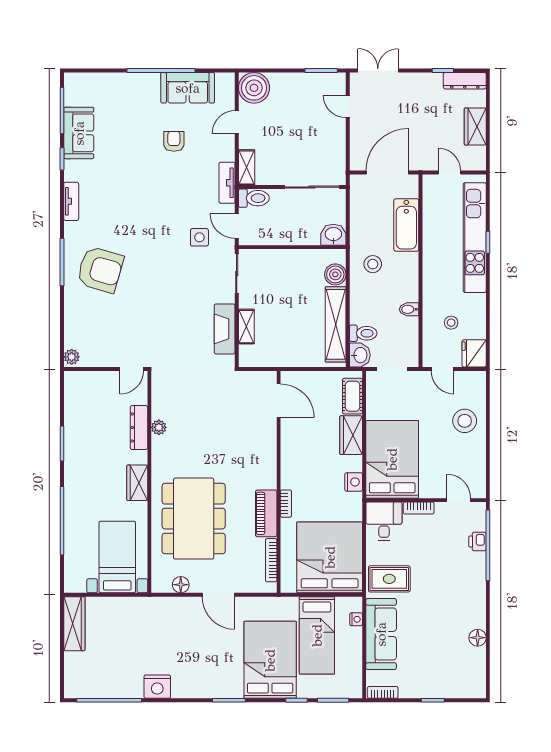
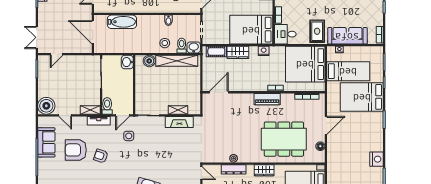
armchair: (174, 141) -> (76, 150), width x1.88, depth x1.88
armchair: (163, 187) -> (101, 156), added
stool: (373, 264) -> (165, 43), moved
piano: (266, 513) -> (267, 99), moved

